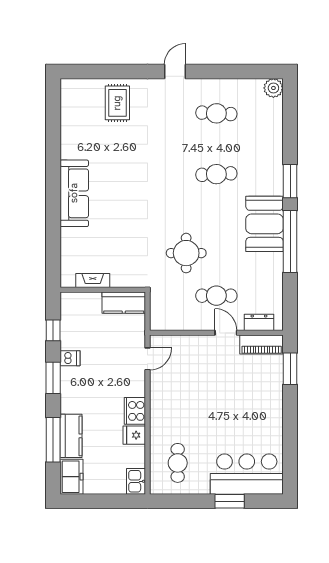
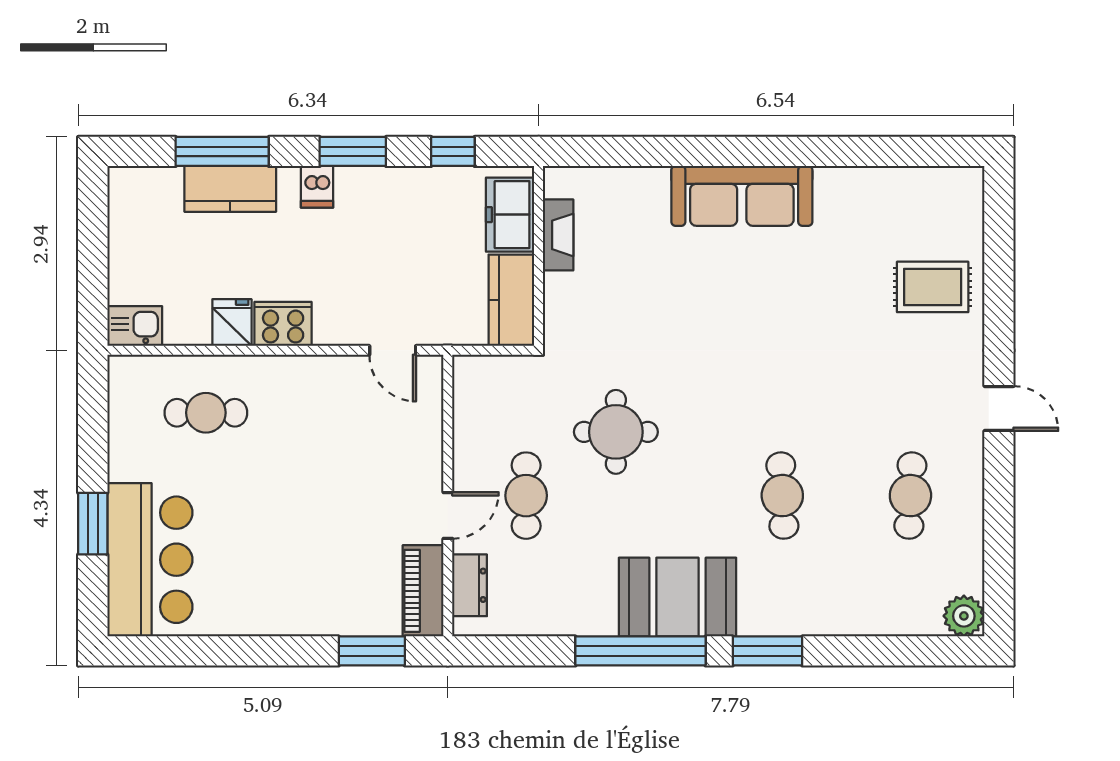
dishwasher: (70, 358) -> (317, 187), moved
cafe table: (178, 463) -> (206, 413), moved
freezer: (71, 477) -> (510, 215), moved, turned 90

